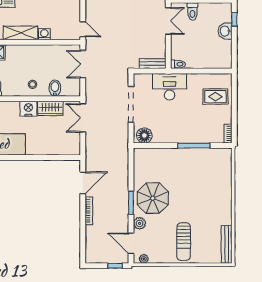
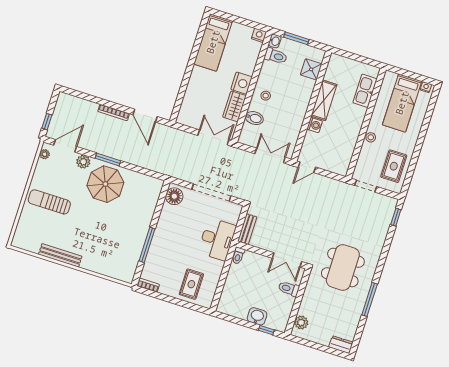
bench: (227, 244) -> (60, 255), moved

